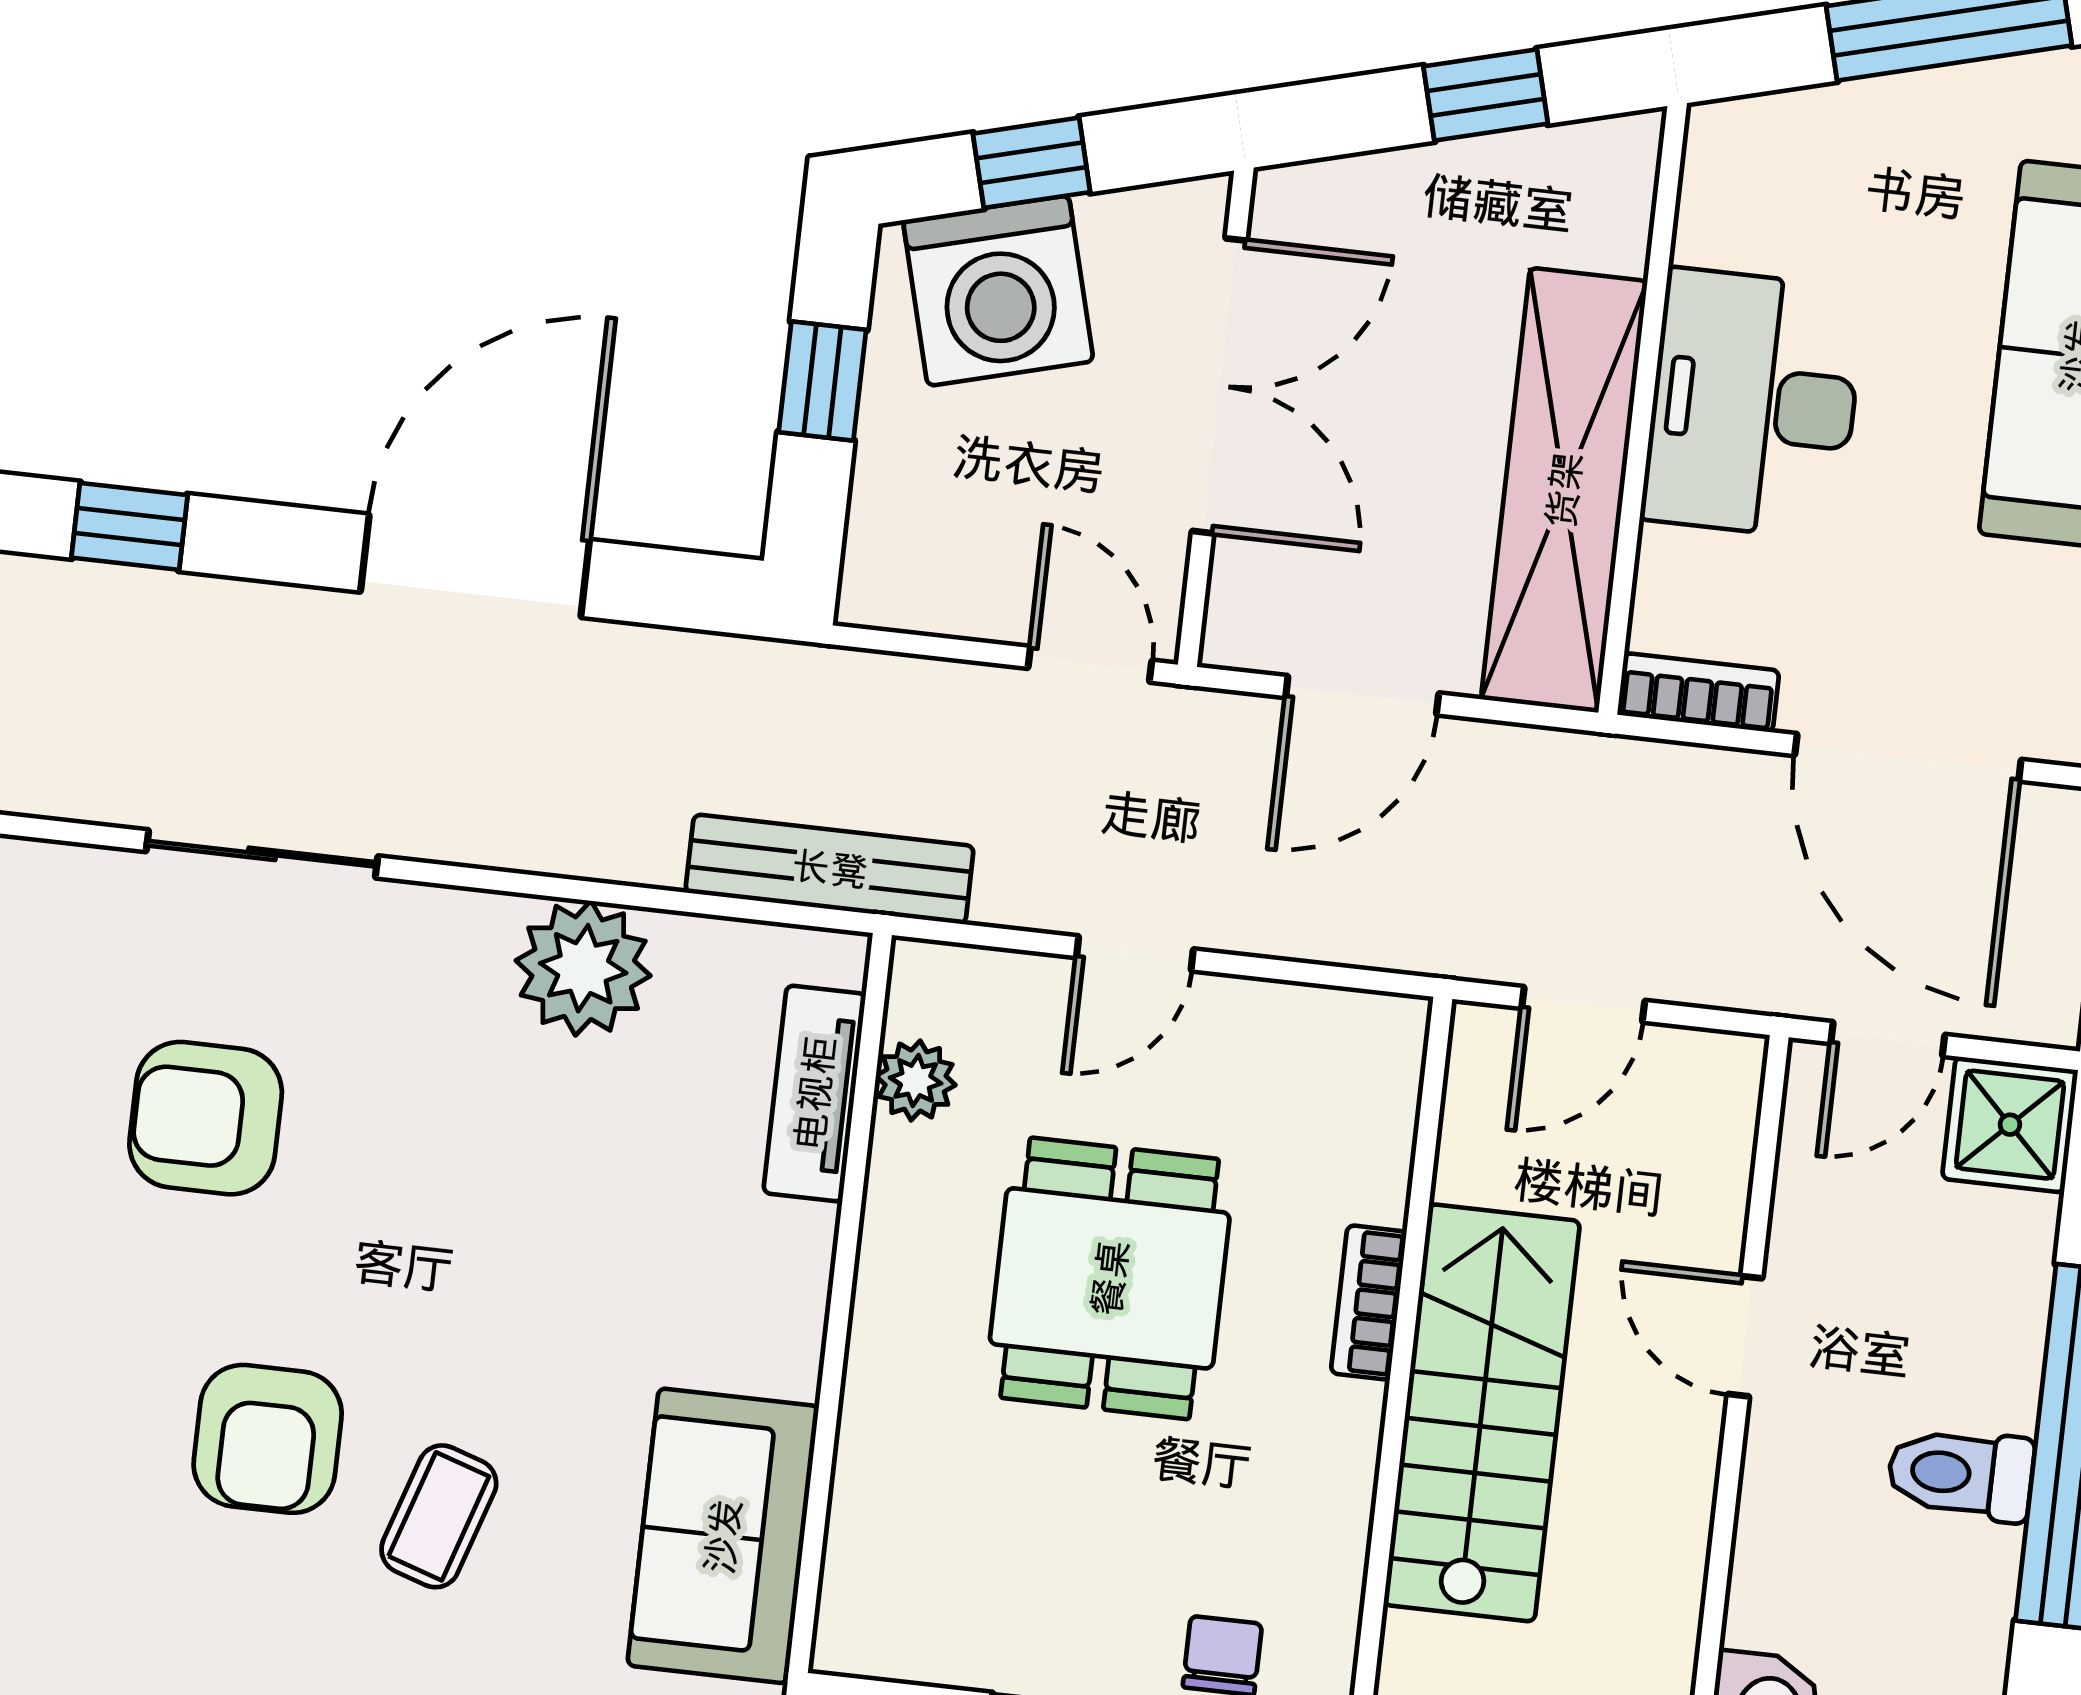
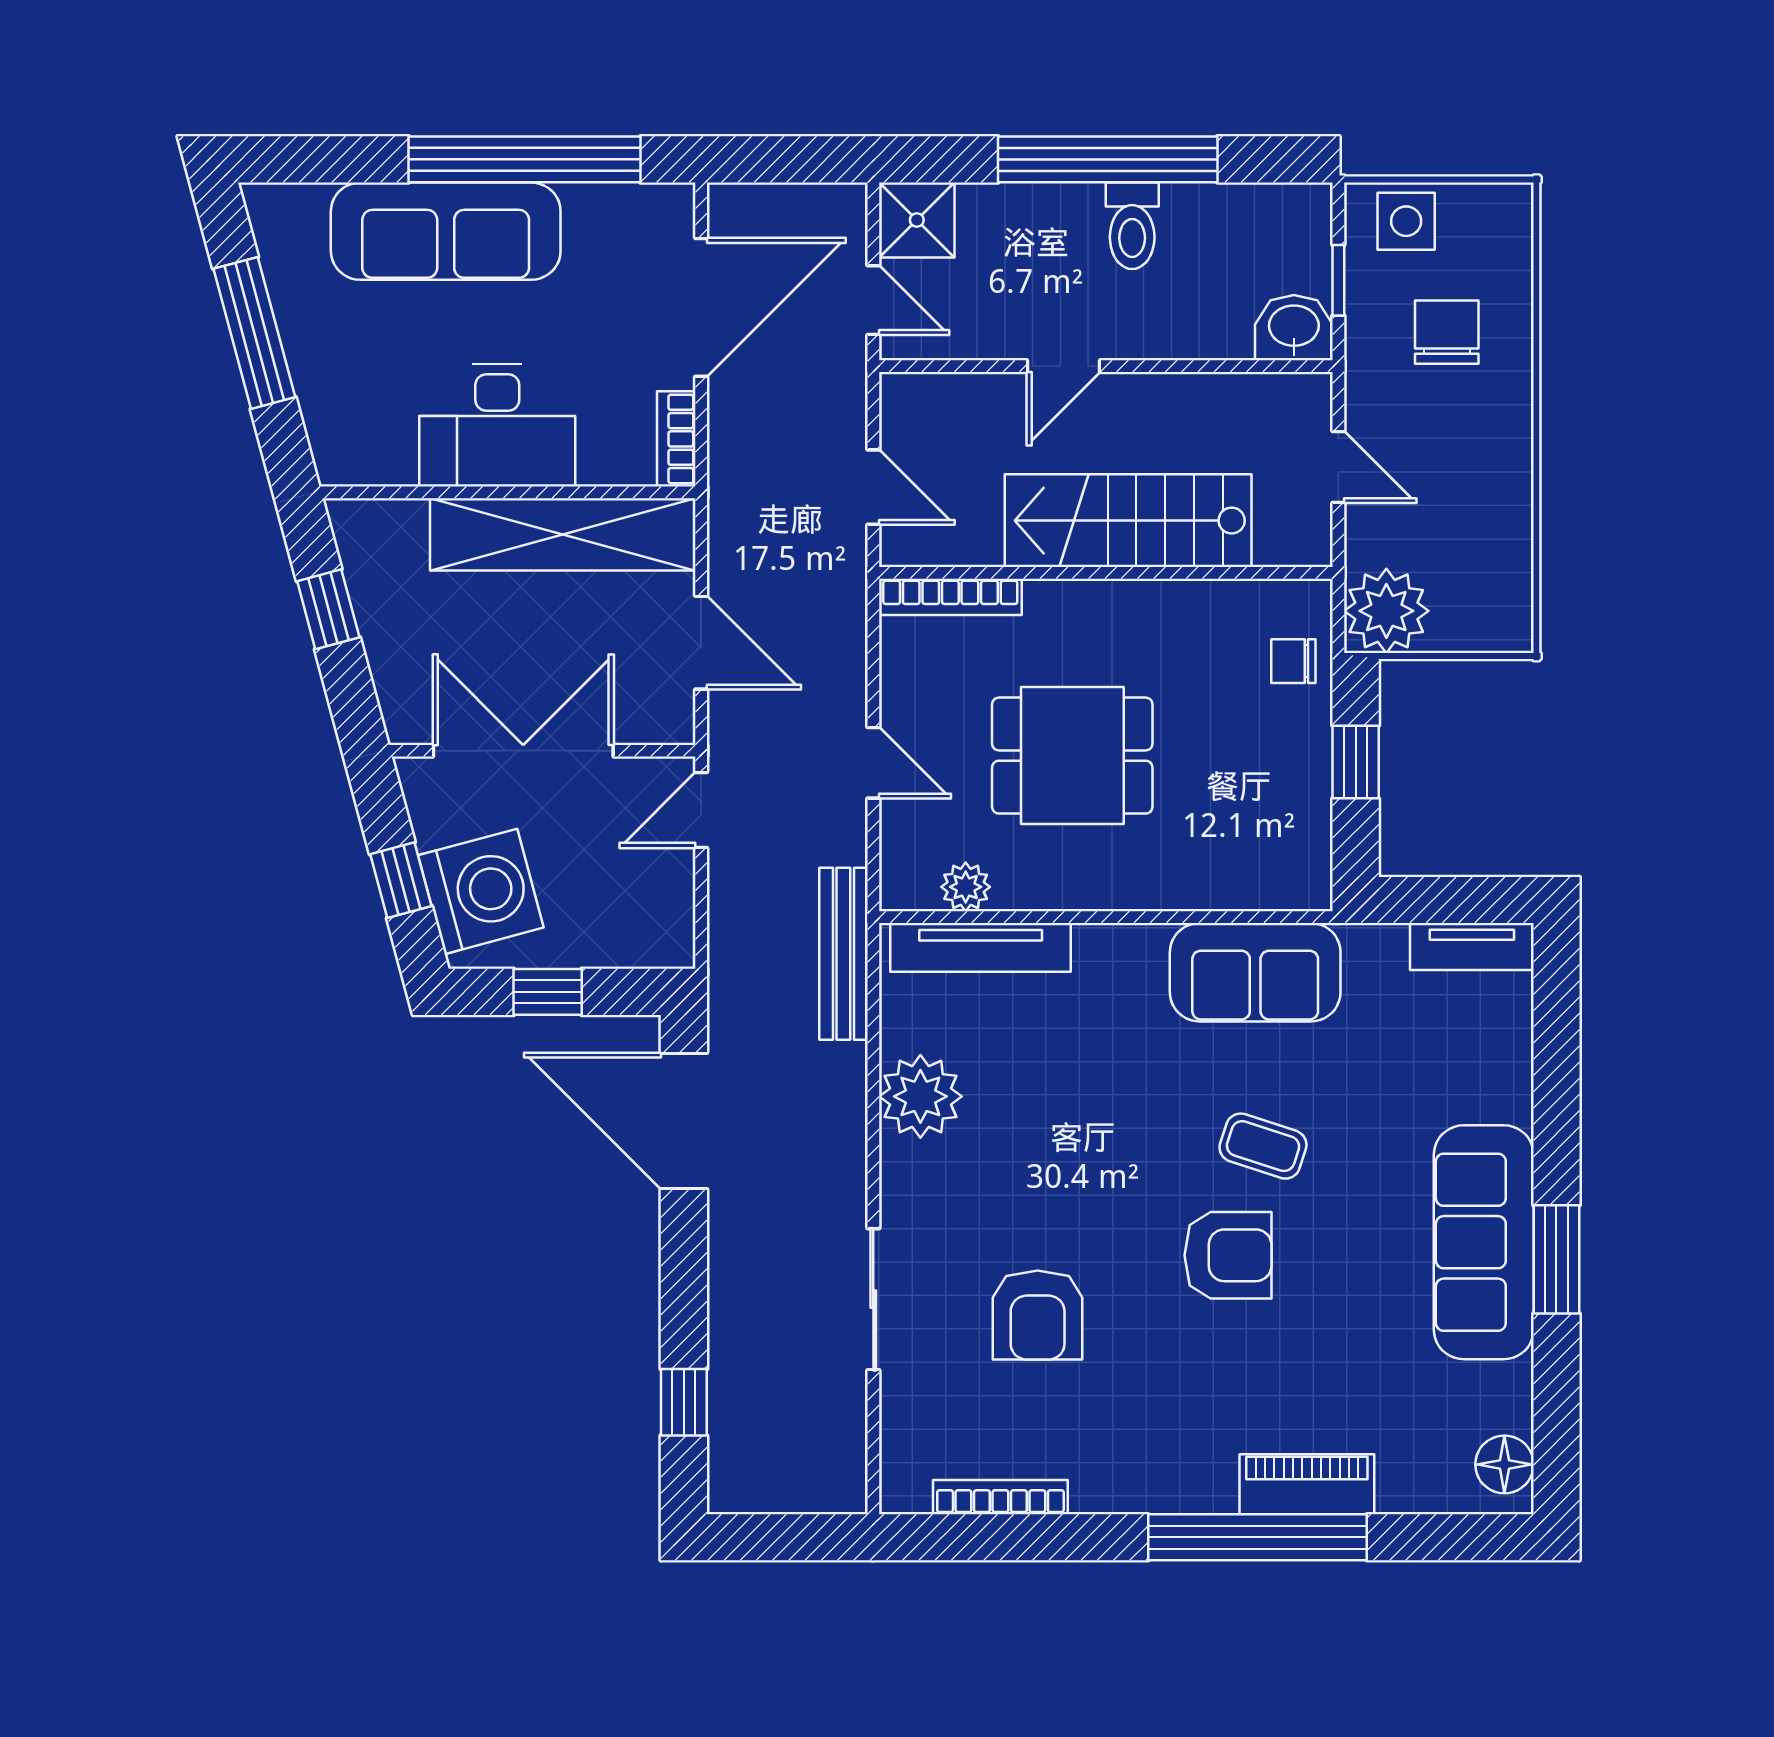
door: (475, 566) -> (684, 1121), moved
tv unit: (815, 1093) -> (981, 947), width x1.41
bookcase: (1369, 1302) -> (950, 597), moved, width x1.56

